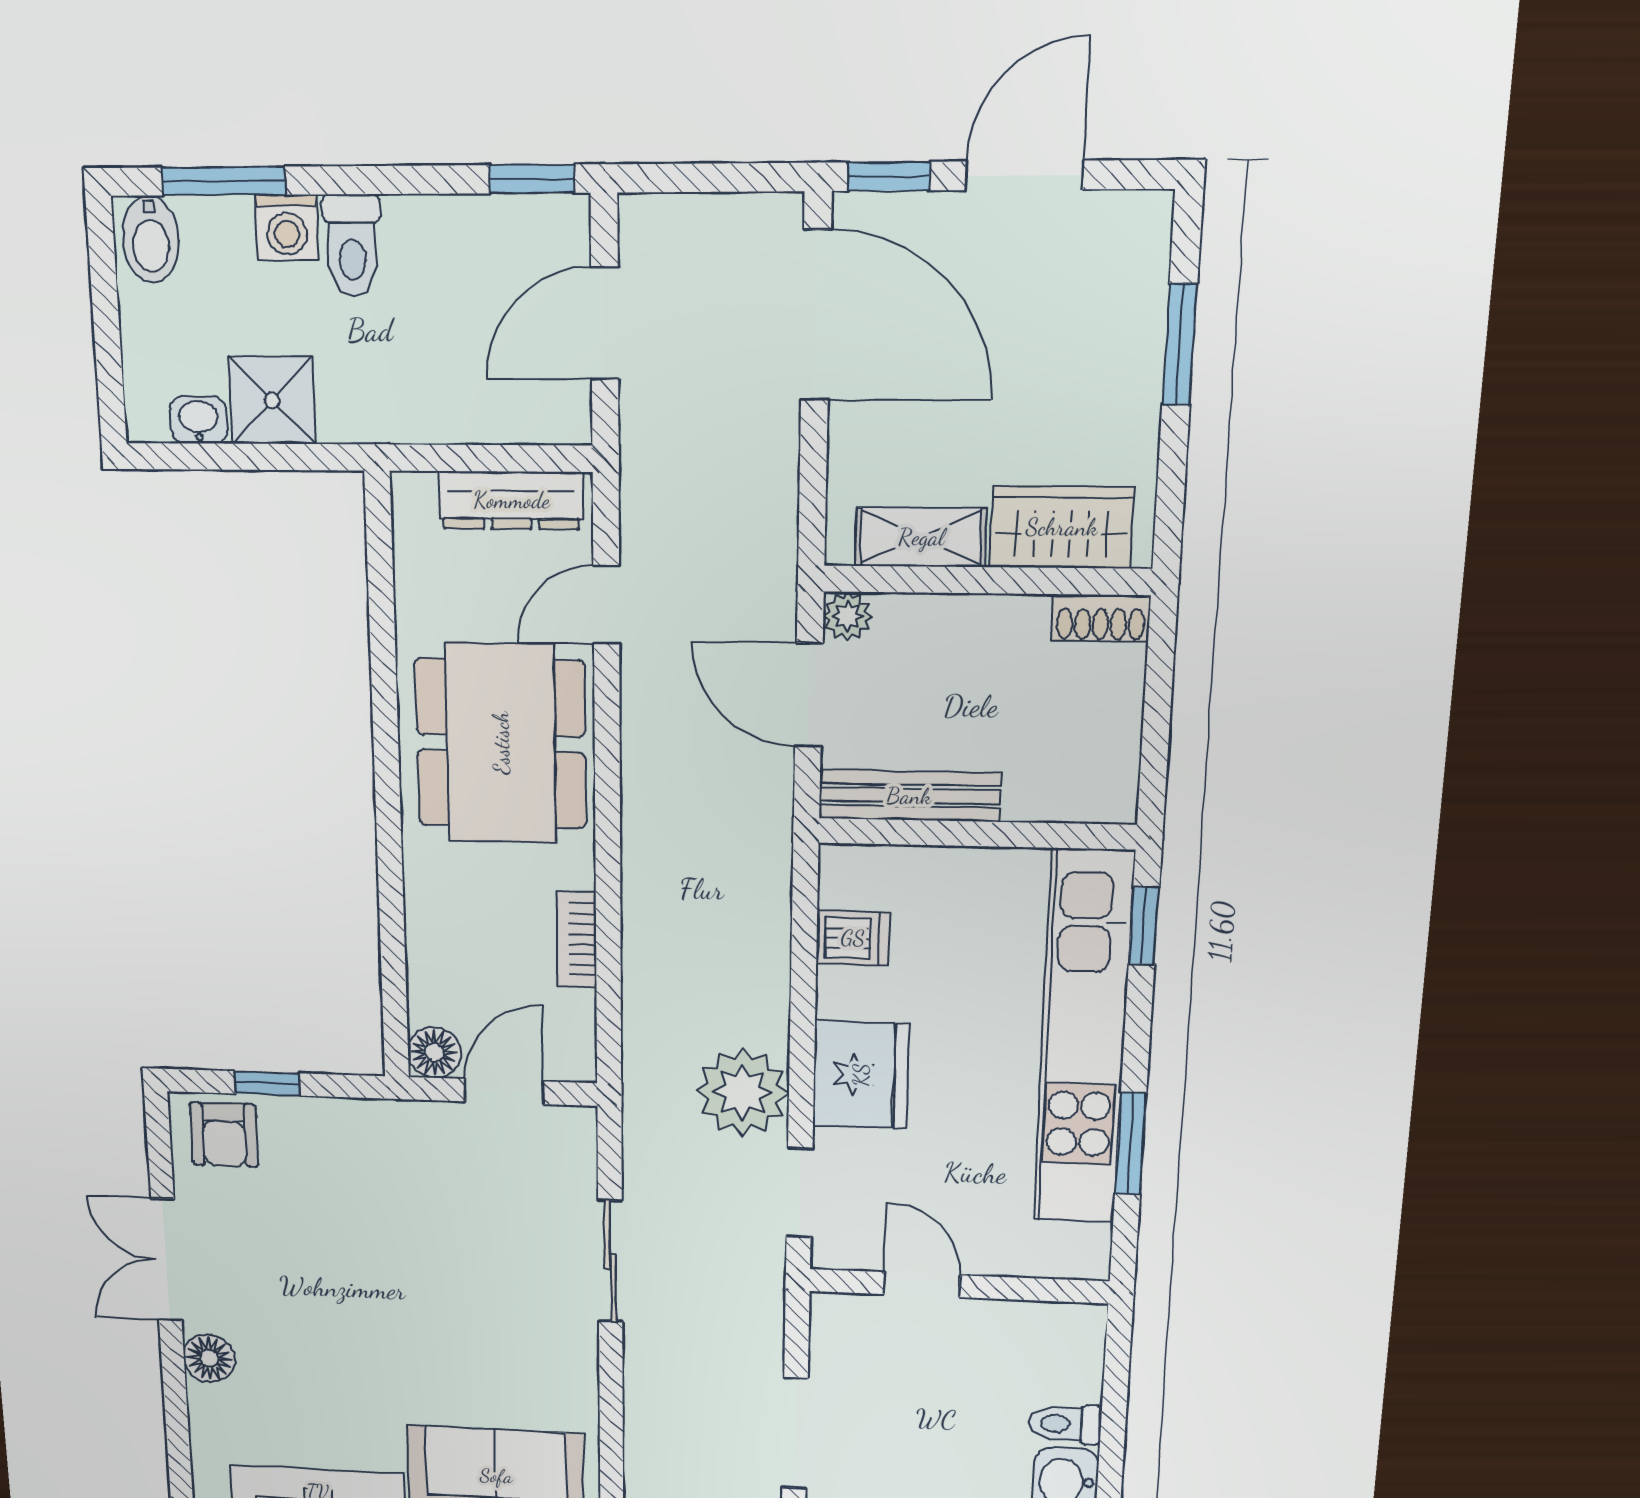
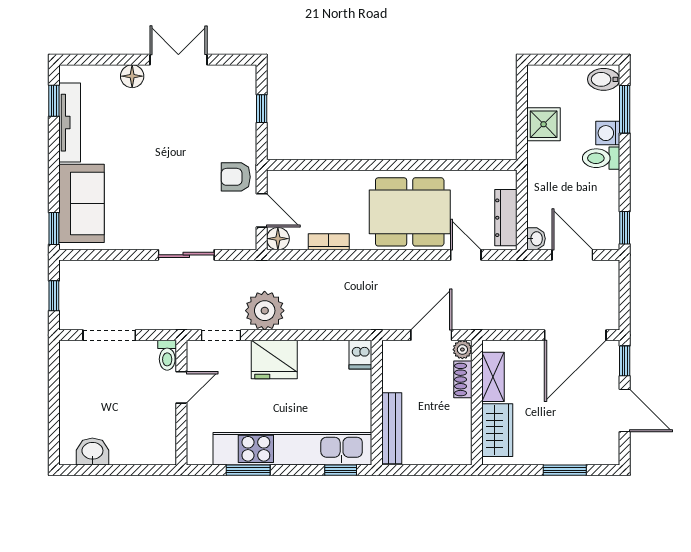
washbasin: (199, 420) -> (536, 239), moved
shoe rack: (1101, 618) -> (463, 379), moved
bench: (909, 796) -> (392, 428), moved
dishwasher: (853, 938) -> (360, 355), moved
floor lamp: (434, 1052) -> (278, 239), moved
armchair: (224, 1135) -> (236, 177), moved
toilet: (1065, 1424) -> (167, 355), moved, turned 180

